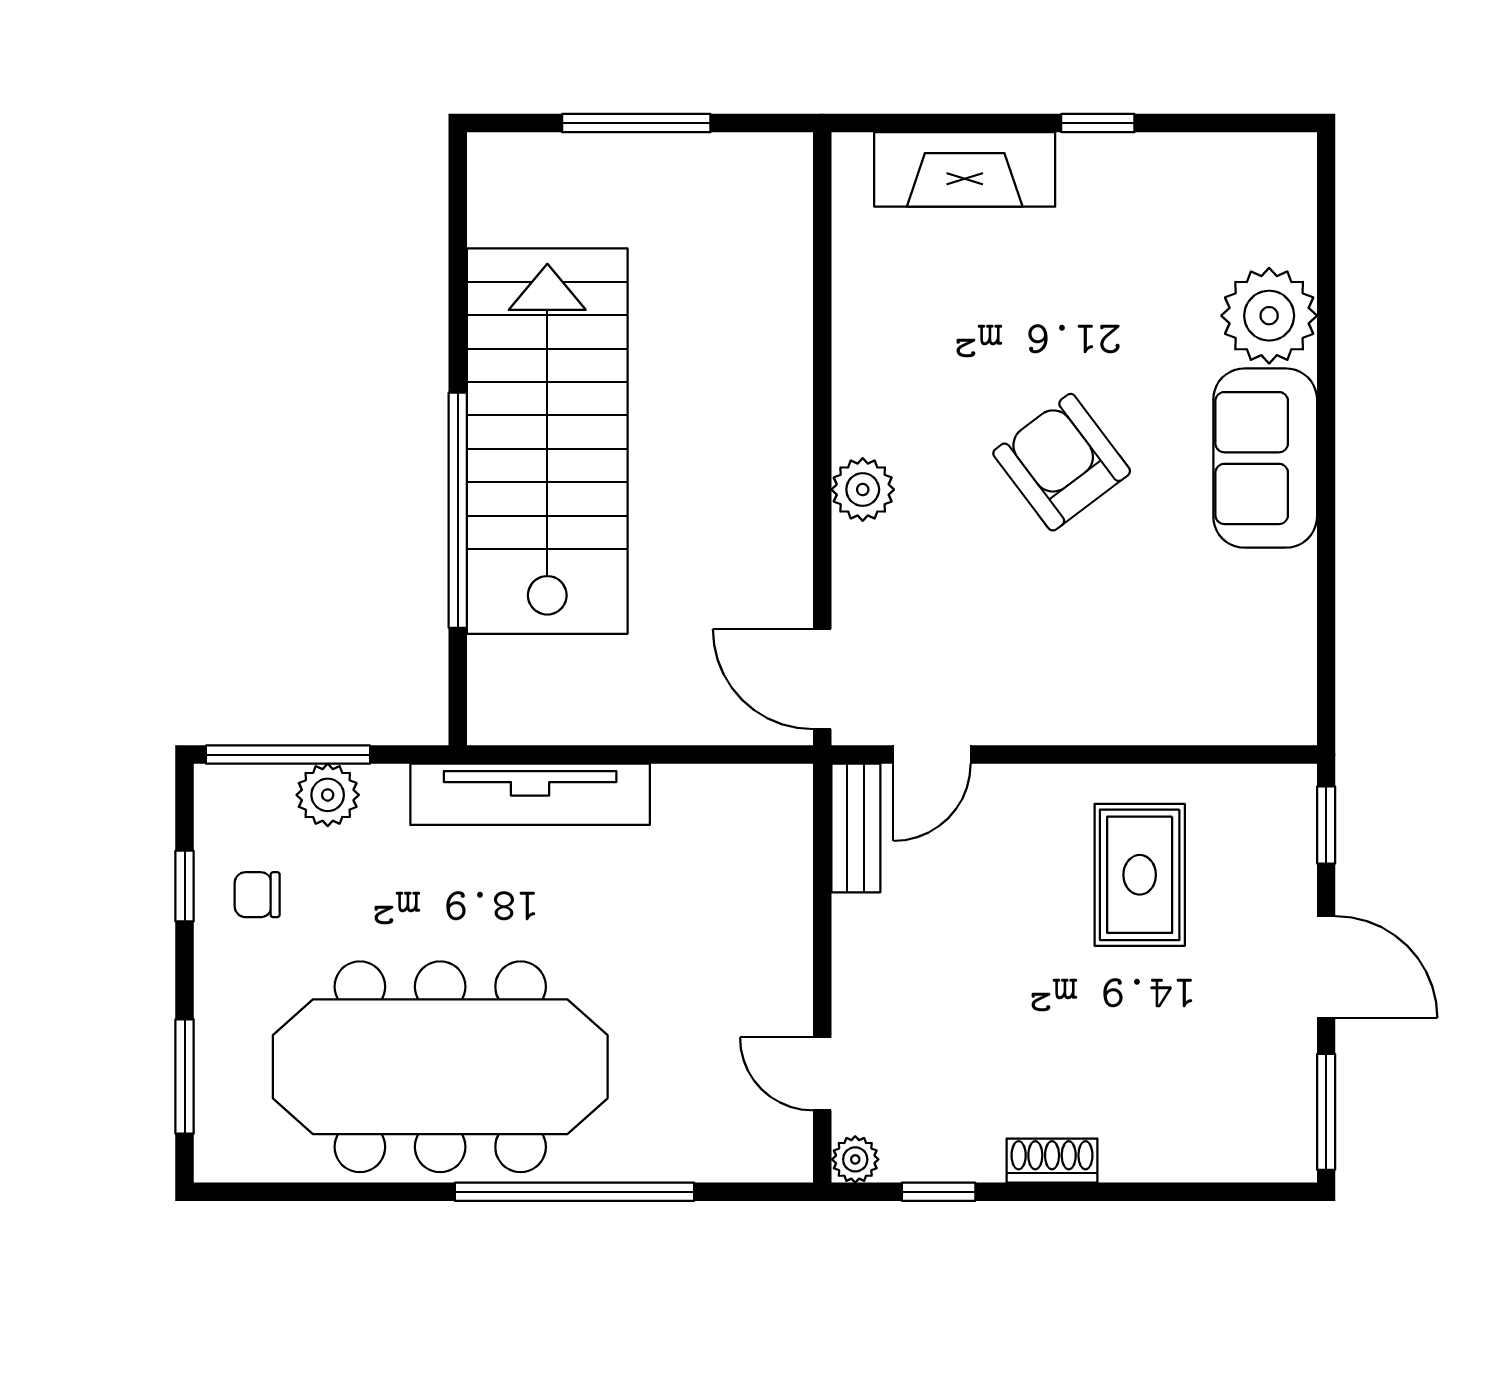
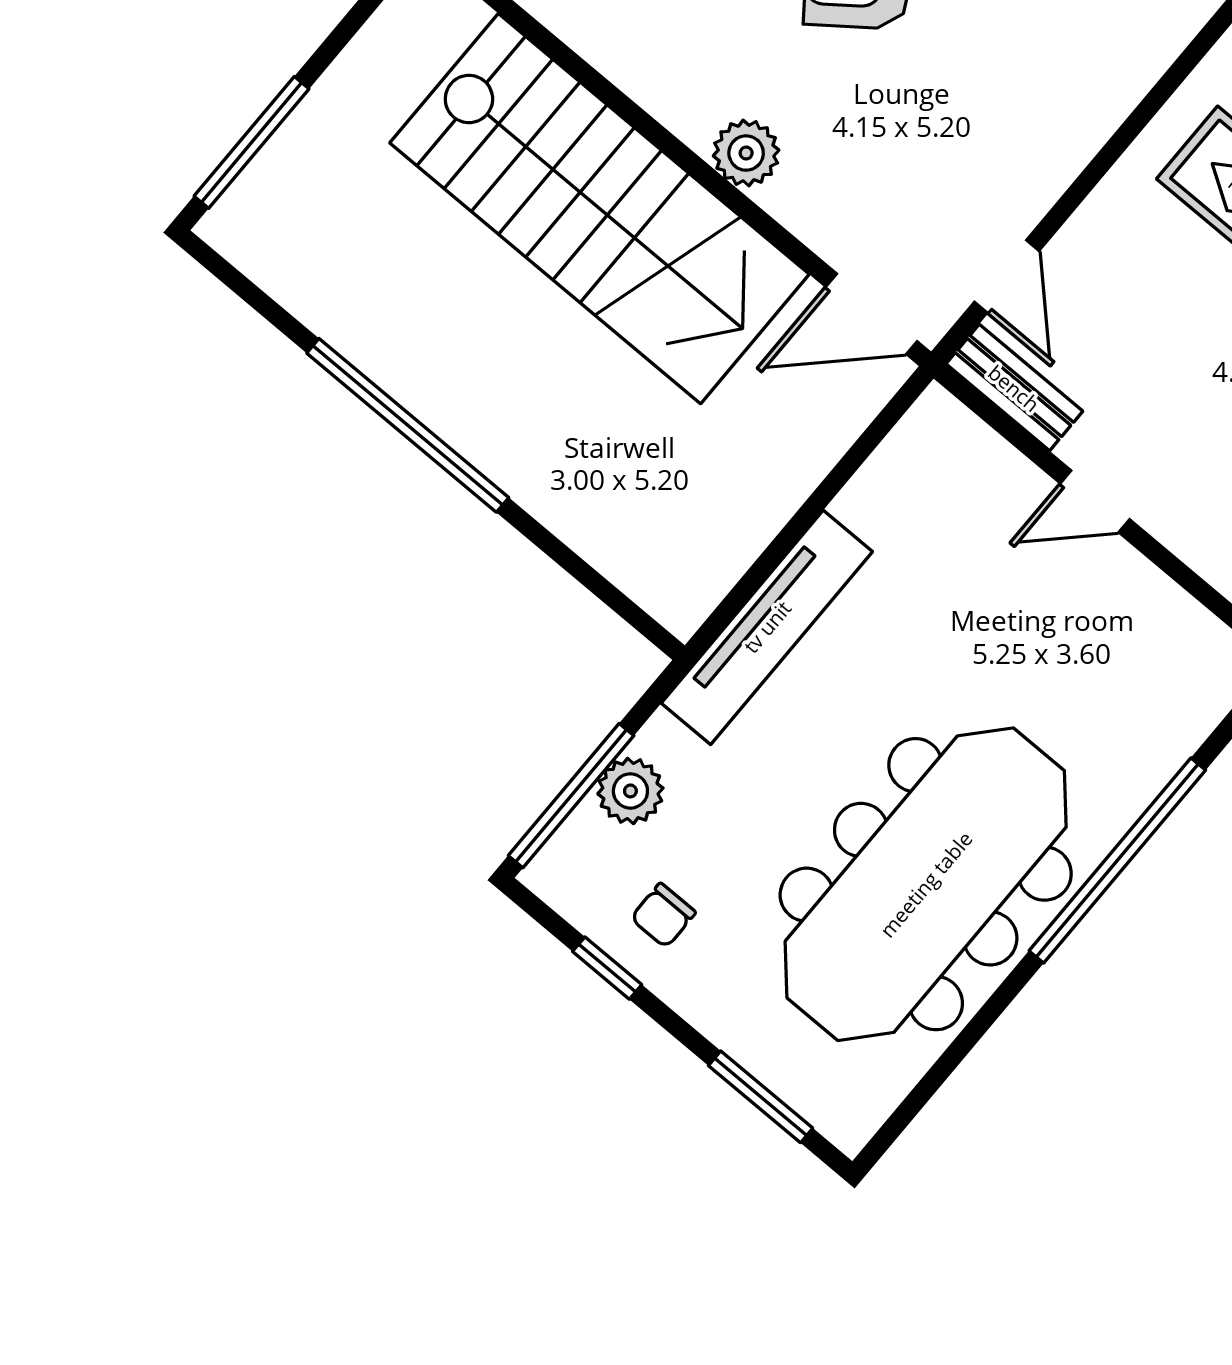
window: (636, 123) -> (252, 142), moved
stairs: (547, 441) -> (600, 209), moved, turned 180
window: (458, 510) -> (408, 425), moved
door: (822, 1074) -> (1095, 501), moved

